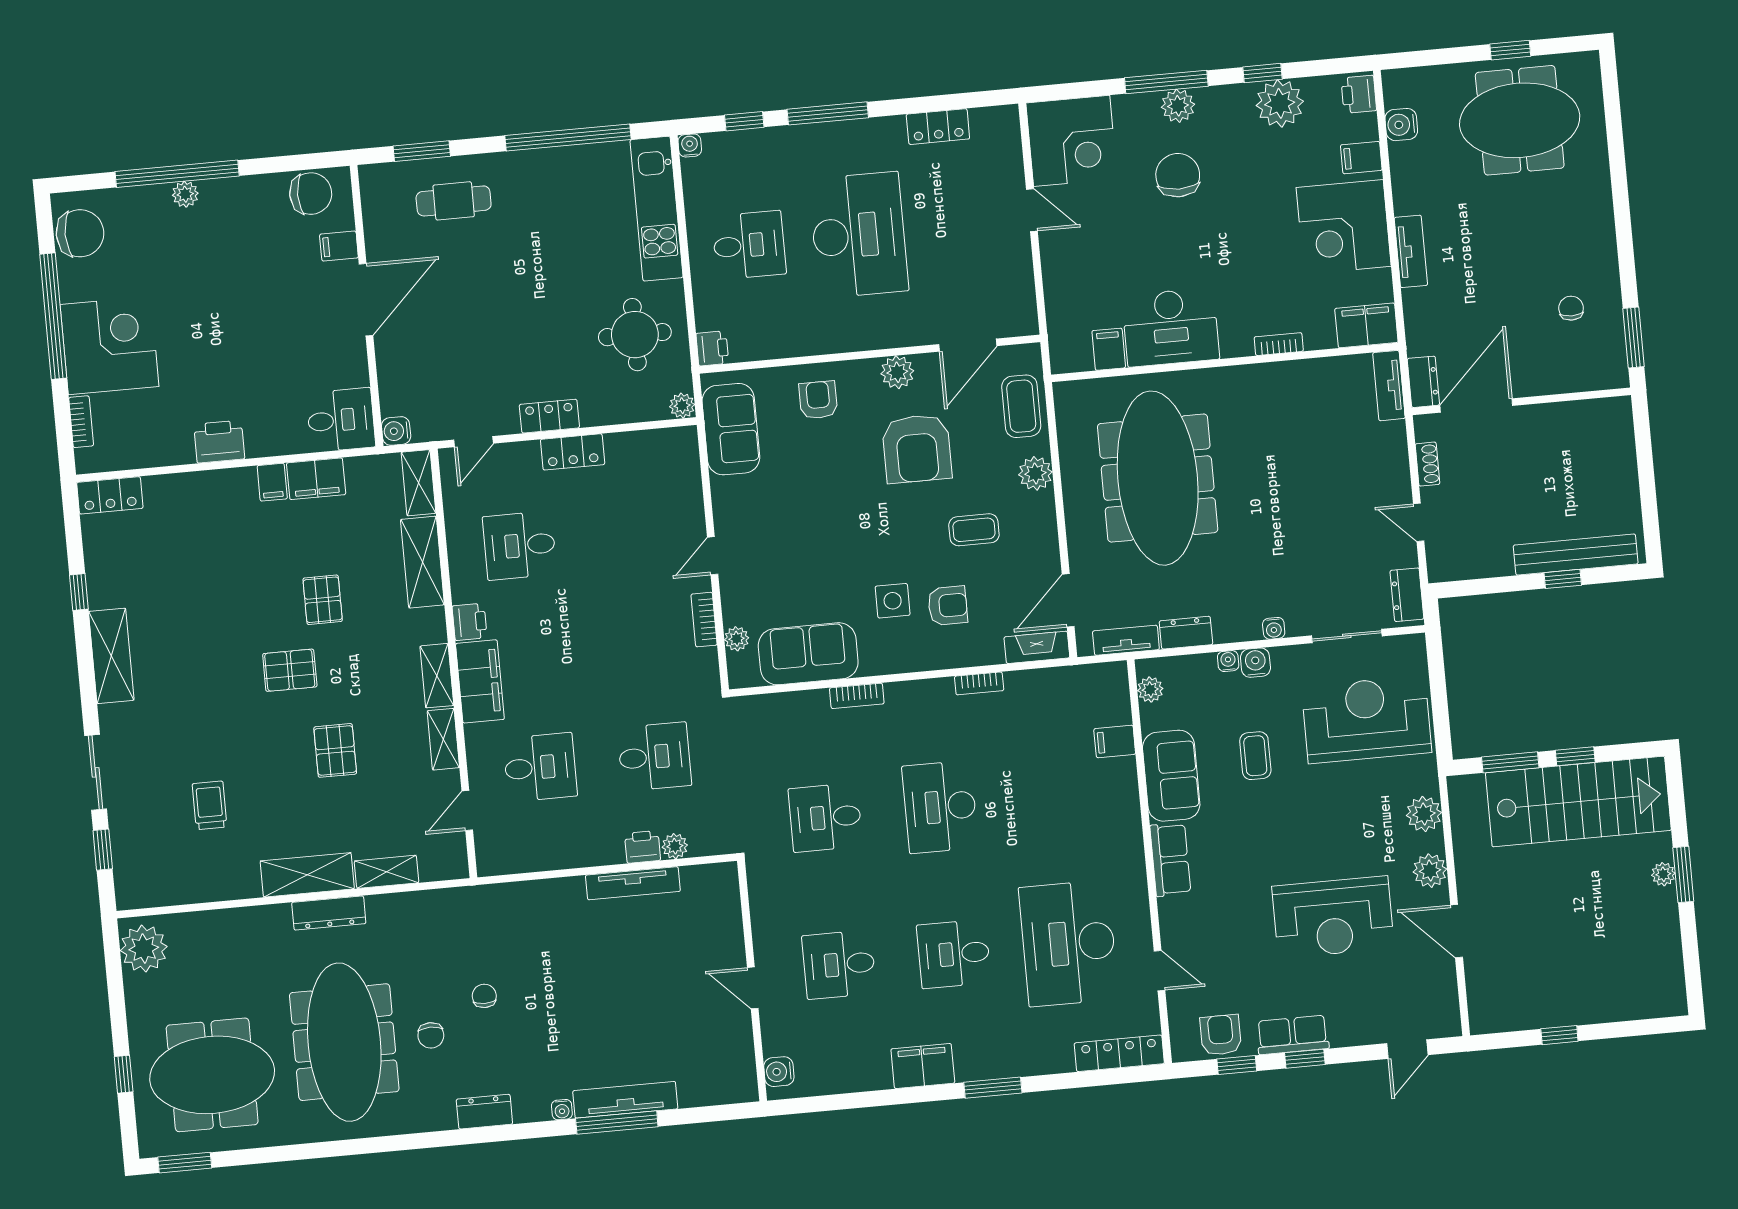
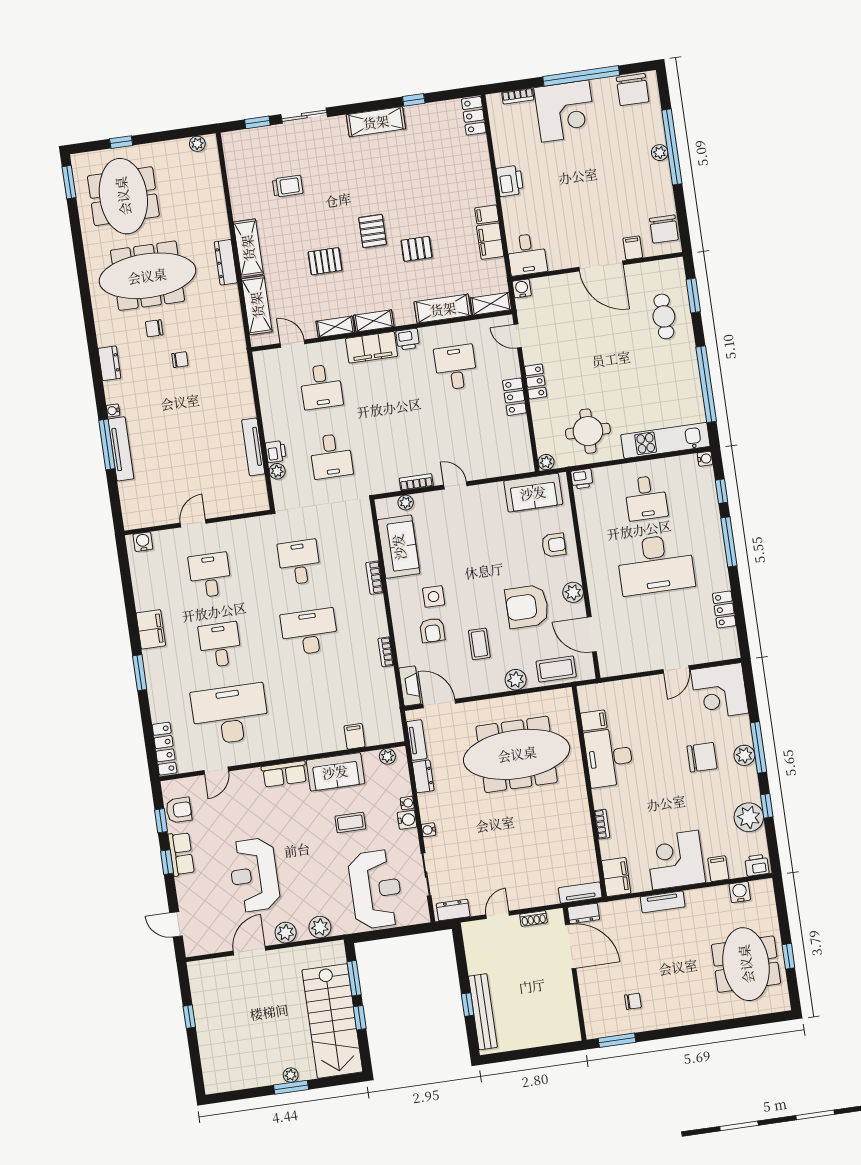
shelving: (387, 872) -> (257, 305), width x1.50, depth x1.33
plant: (144, 949) -> (197, 144), width x0.53, depth x0.53

